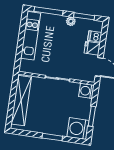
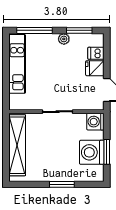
washing machine: (78, 129) -> (92, 152), moved

